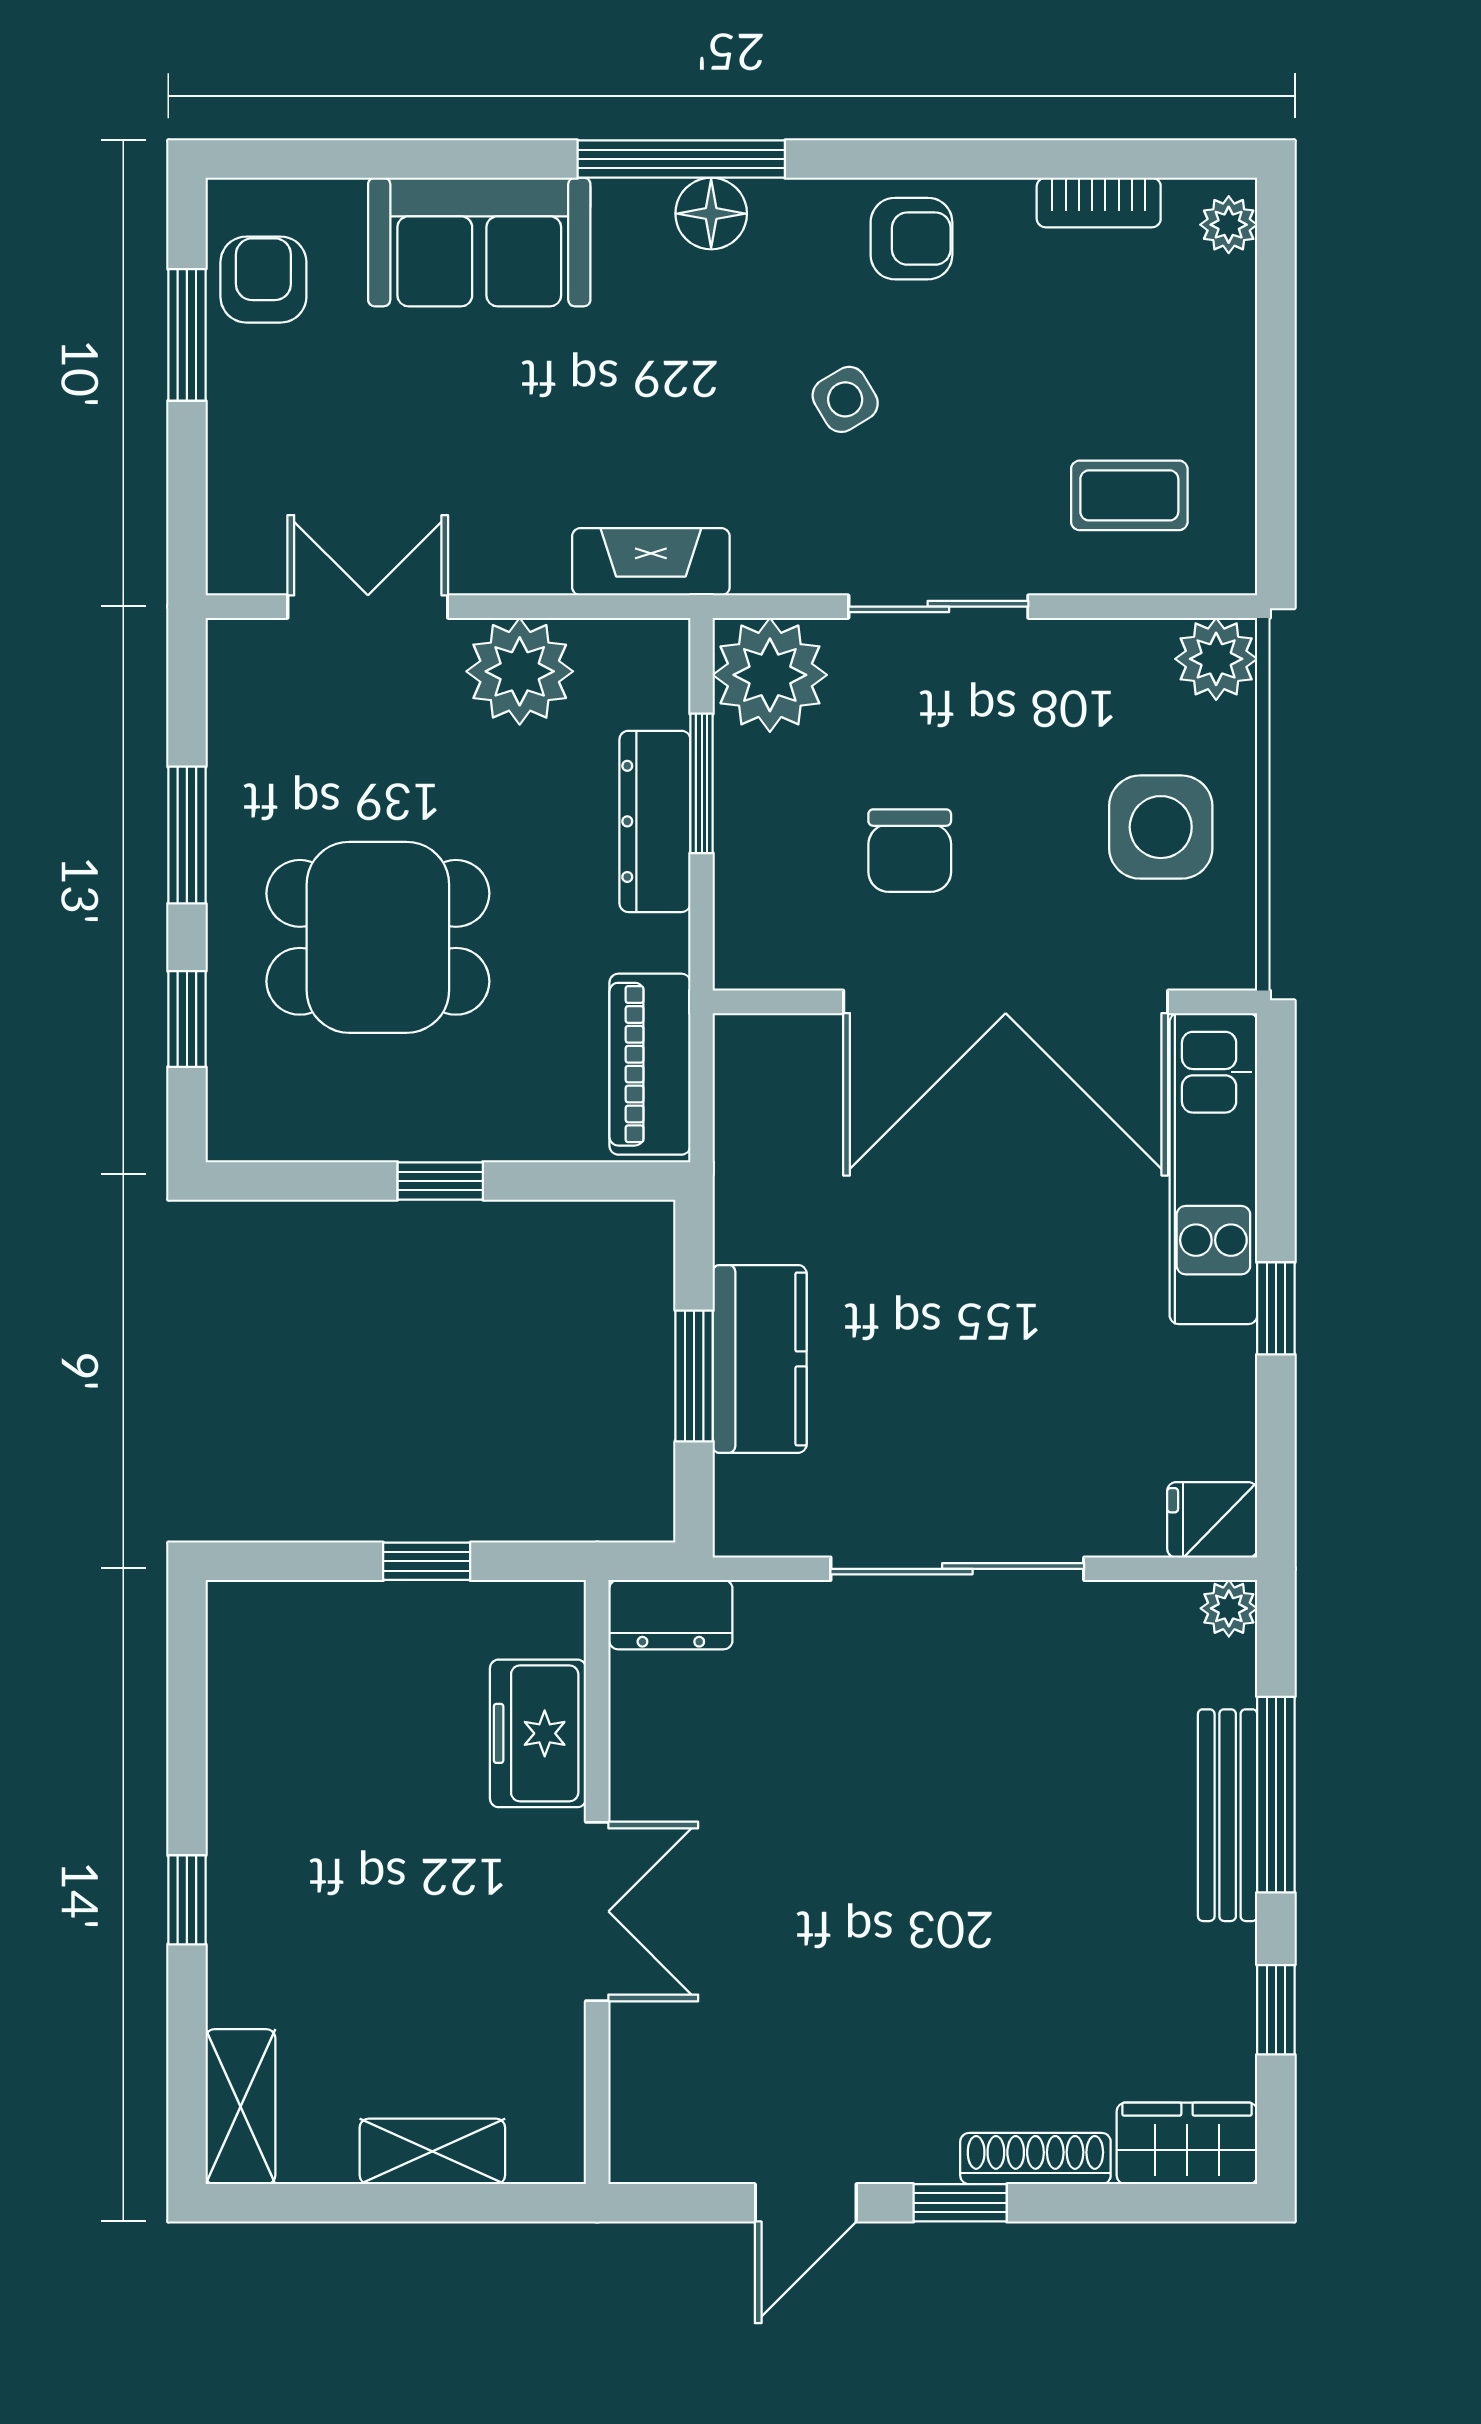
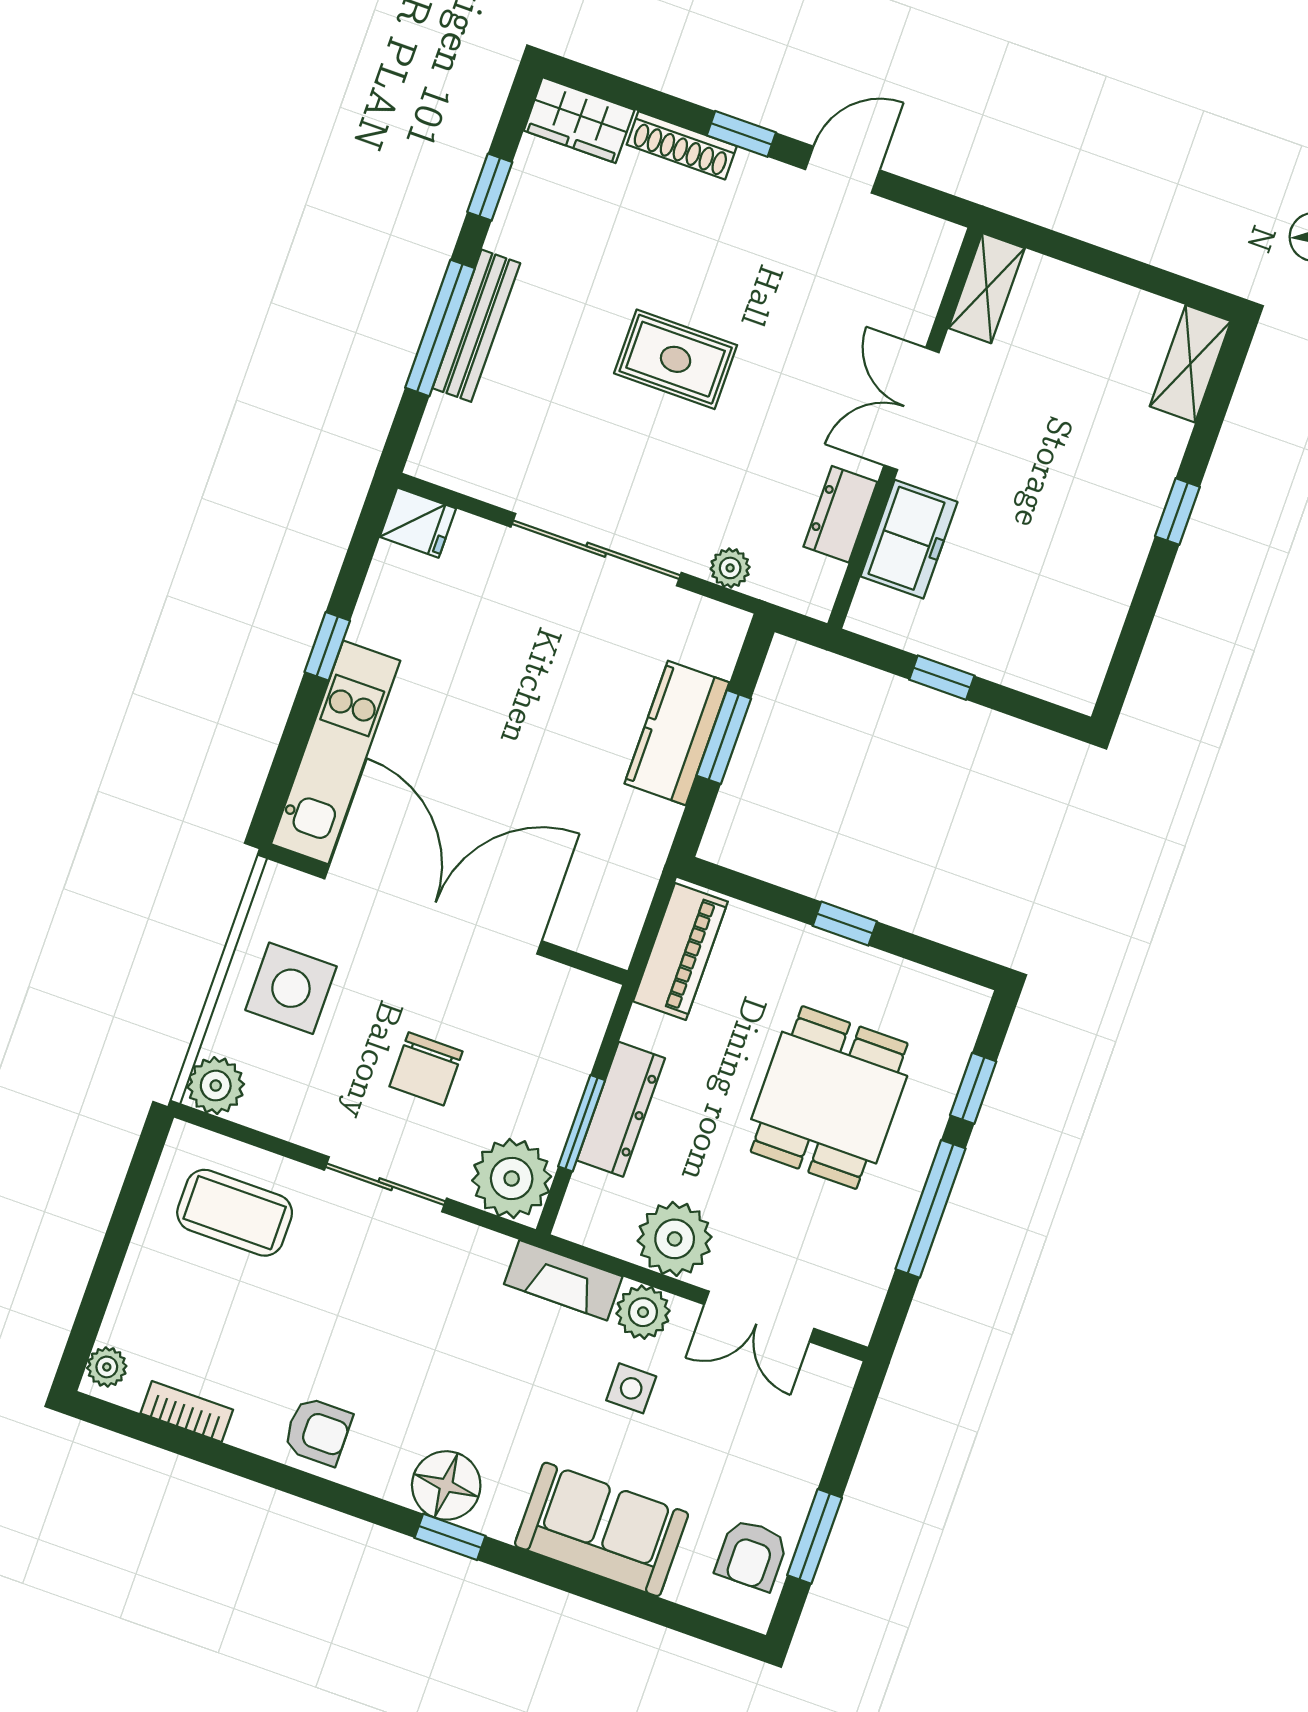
window: (681, 159) -> (450, 1537), width x0.46
floor lamp: (711, 214) -> (446, 1485), width x1.38, depth x1.38
armchair: (911, 239) -> (318, 1431), turned 180
side table: (845, 399) -> (631, 1388), moved, turned 31
coffee table: (1129, 495) -> (235, 1213), width x1.36, depth x1.30
plant: (527, 557) -> (643, 1312), added
window: (187, 835) -> (931, 1209), width x1.44
chair: (910, 851) -> (426, 1069), moved, turned 180
dining table: (378, 937) -> (829, 1098), turned 90
plant: (1229, 1608) -> (730, 568), moved
dresser: (671, 1615) -> (840, 514), moved, turned -90
rug: (941, 1865) -> (676, 359), added
shelving: (432, 2151) -> (987, 288), moved, turned 90

